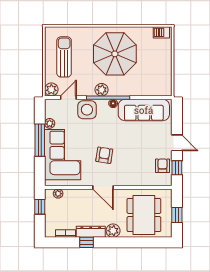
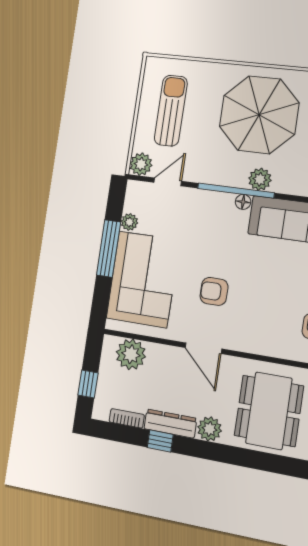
plant: (102, 90) -> (260, 179), moved
side table: (87, 110) -> (196, 207), removed
armchair: (104, 155) -> (214, 291), turned -99
plant: (58, 194) -> (131, 354), width x1.88, depth x1.88
window: (40, 207) -> (88, 384), moved

